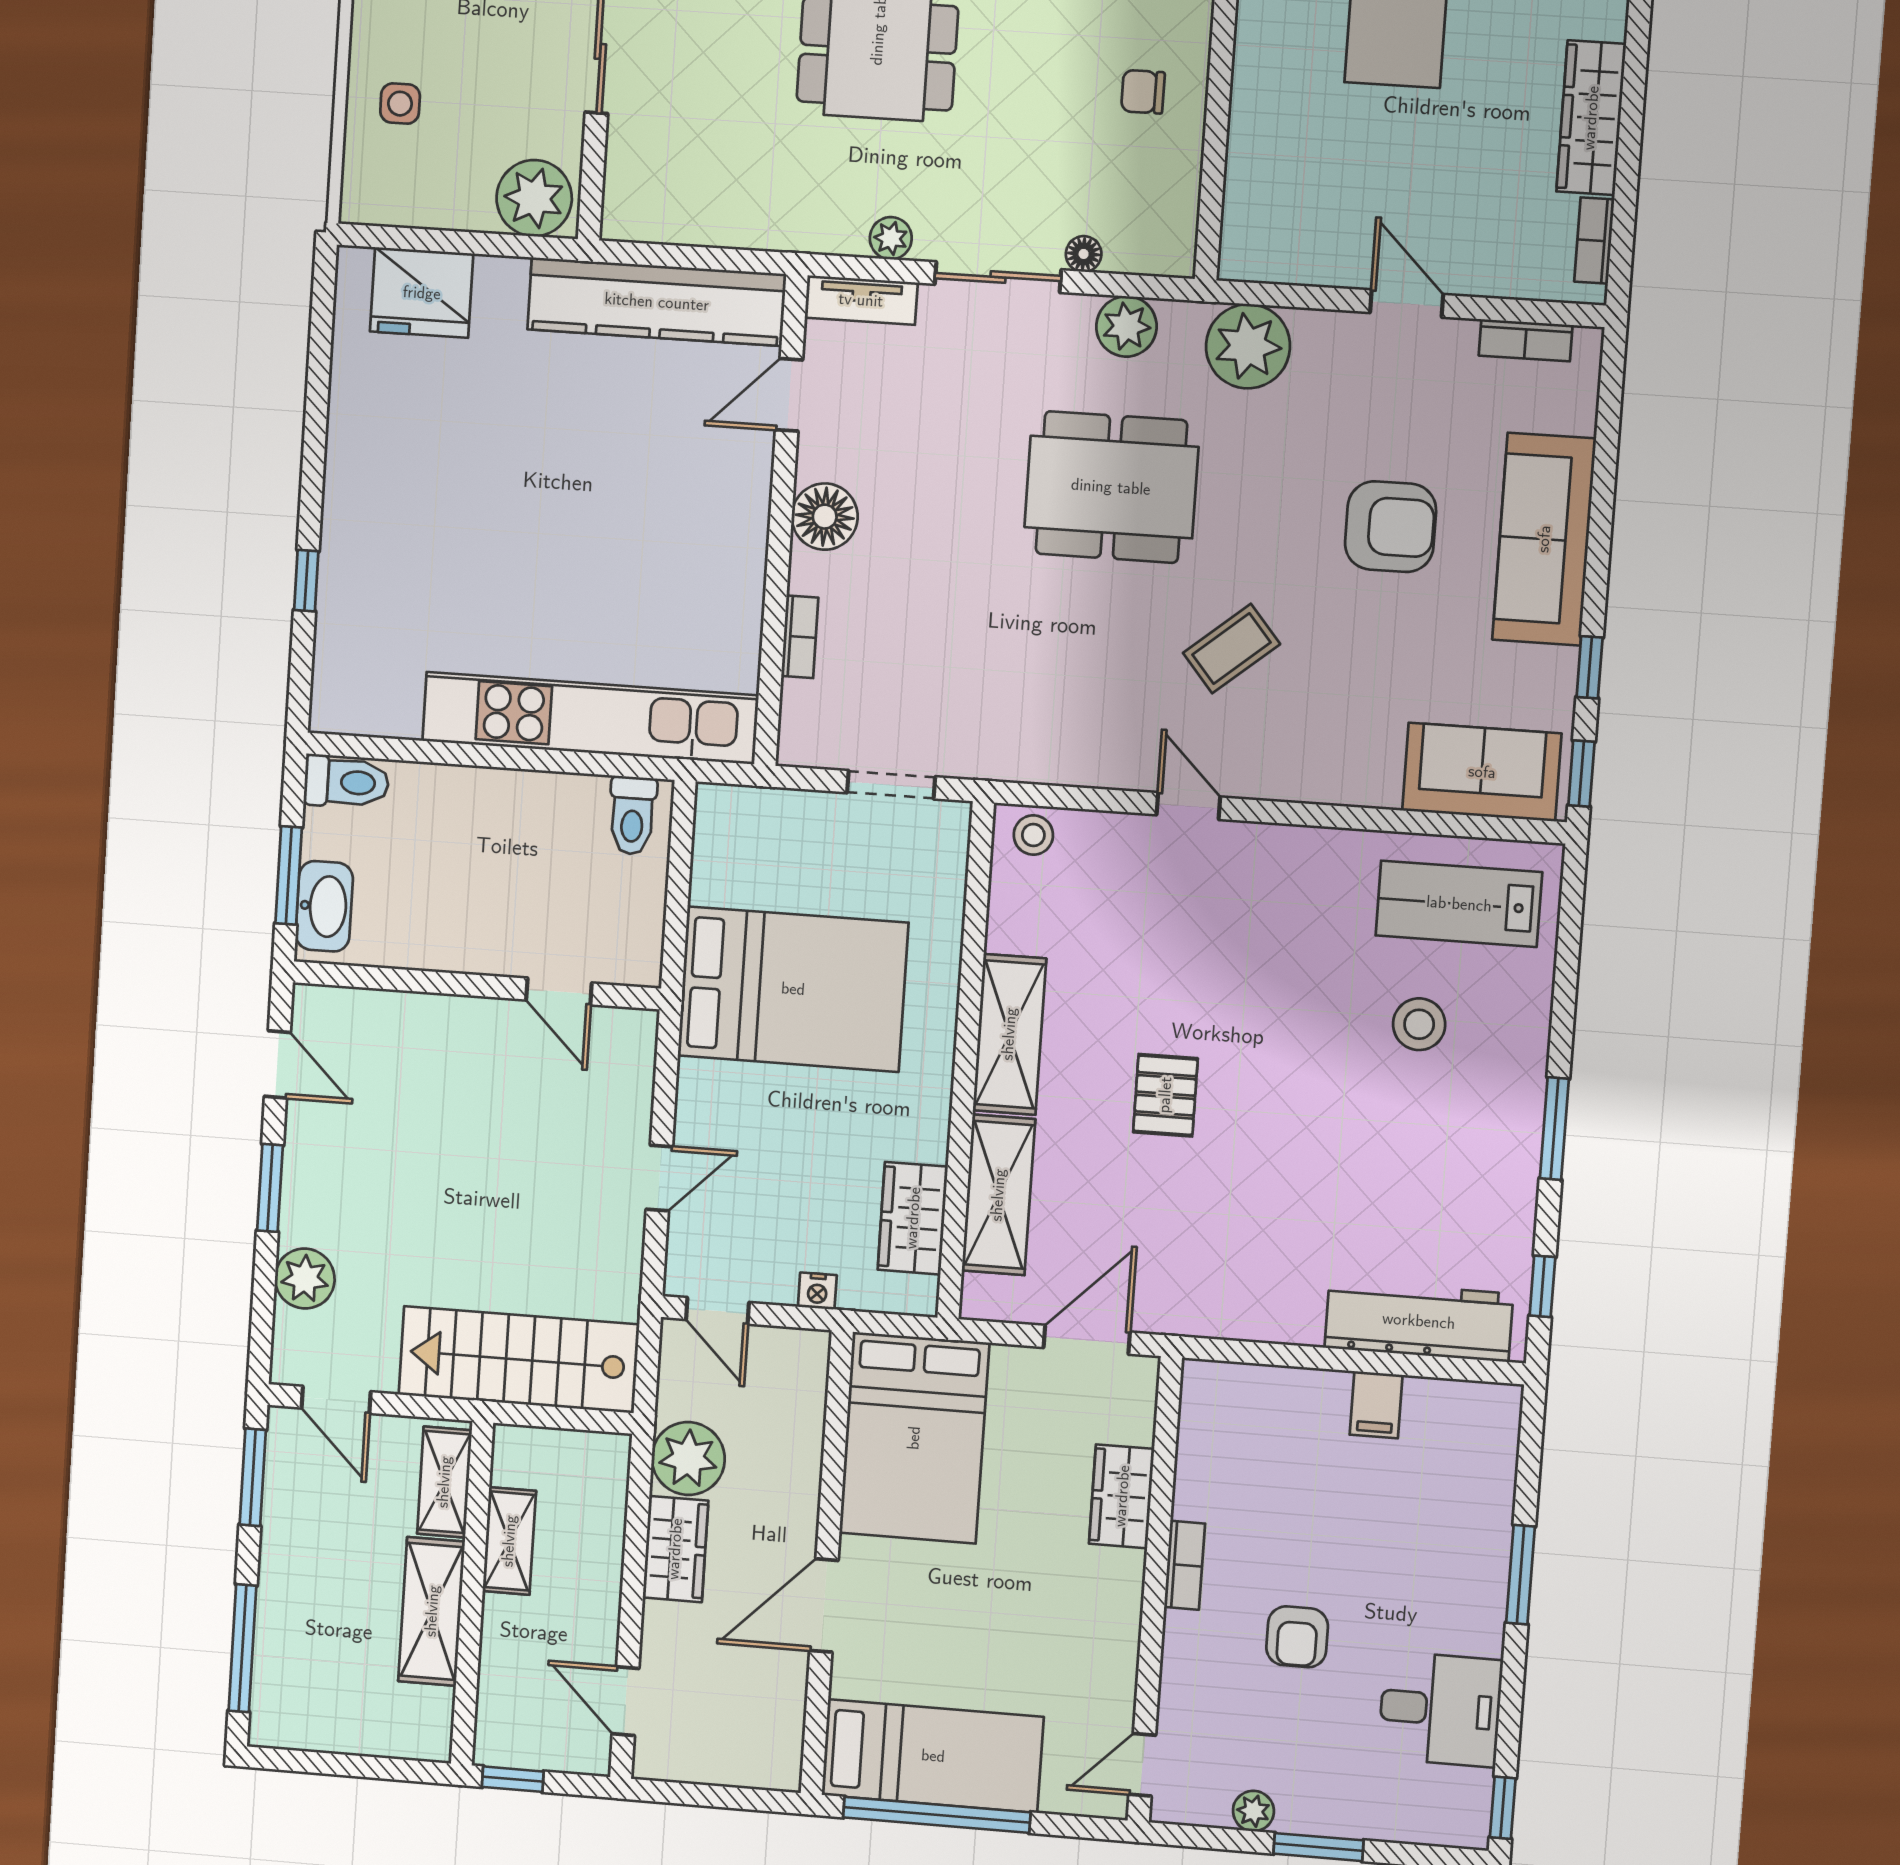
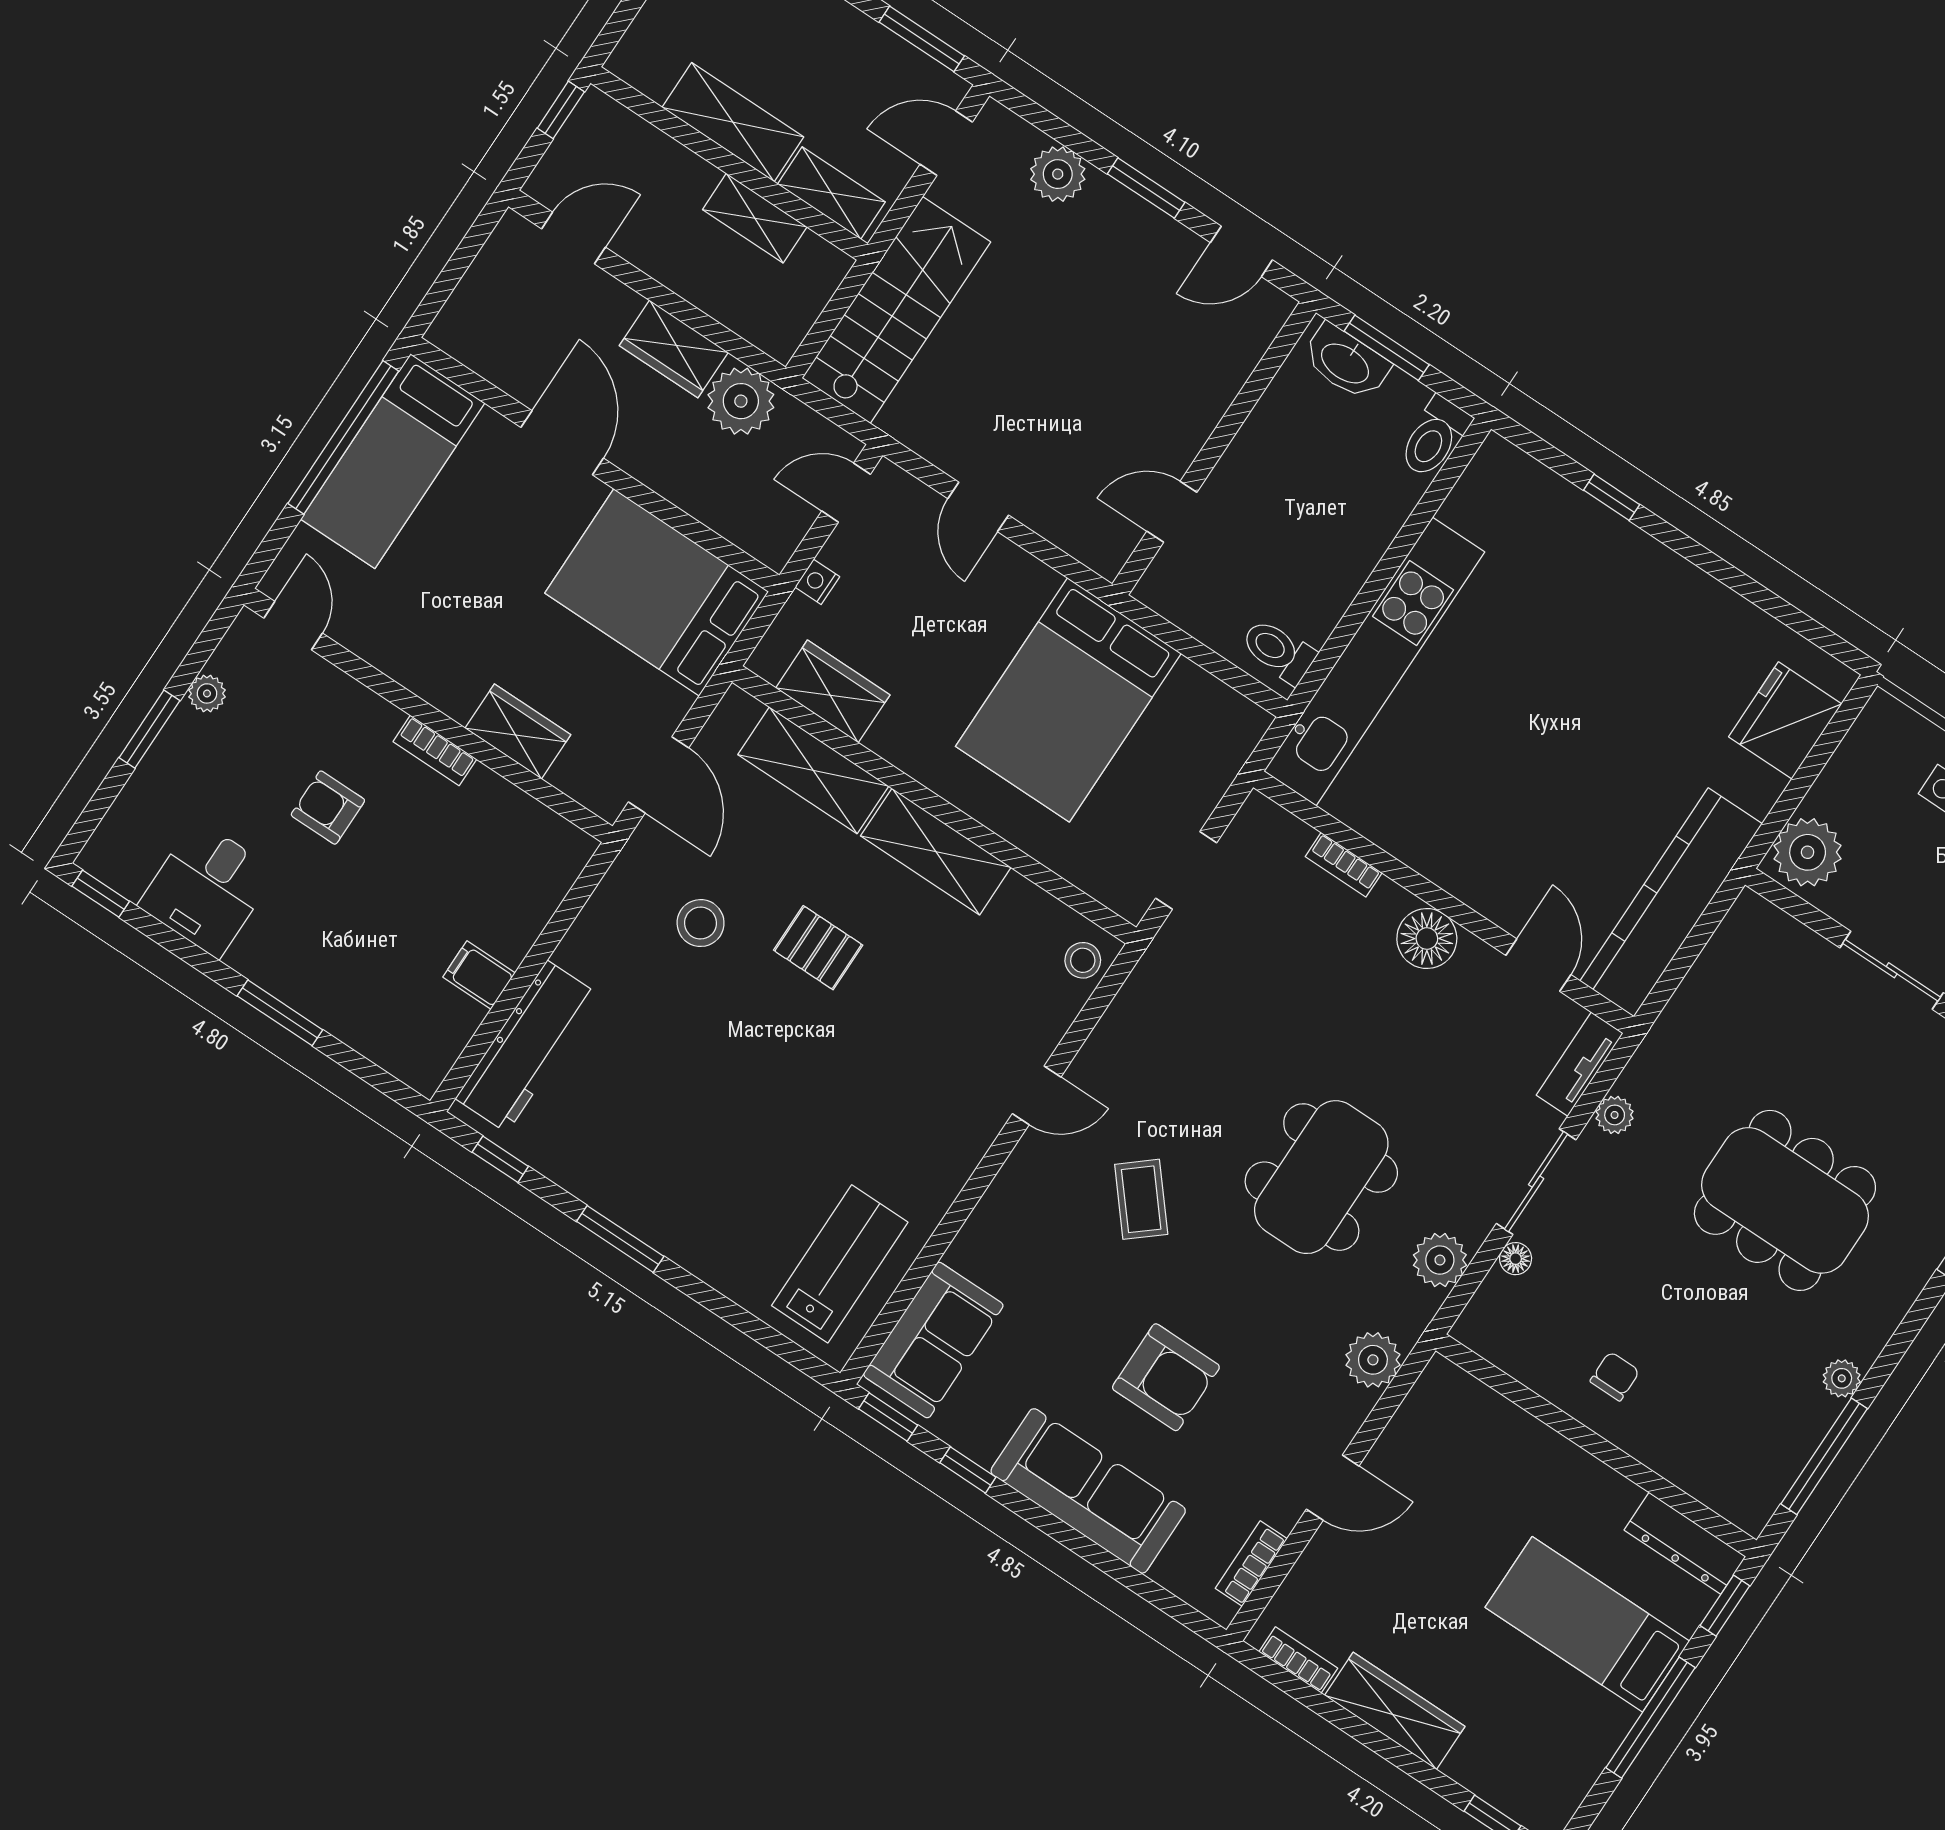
plant: (1248, 346) -> (1373, 1360), width x0.73, depth x0.73
armchair: (1391, 527) -> (1166, 1377), turned -90
stool: (1419, 1024) -> (701, 923), moved

